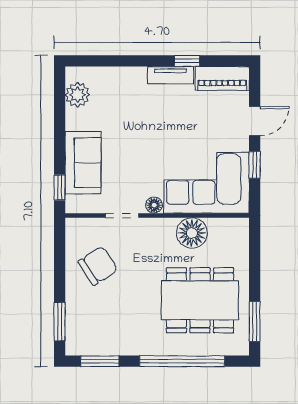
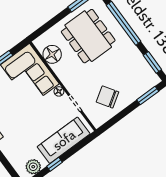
sofa: (83, 163) -> (64, 140), width x1.36
window: (60, 187) -> (55, 164), moved
floor lamp: (192, 233) -> (52, 54), moved

